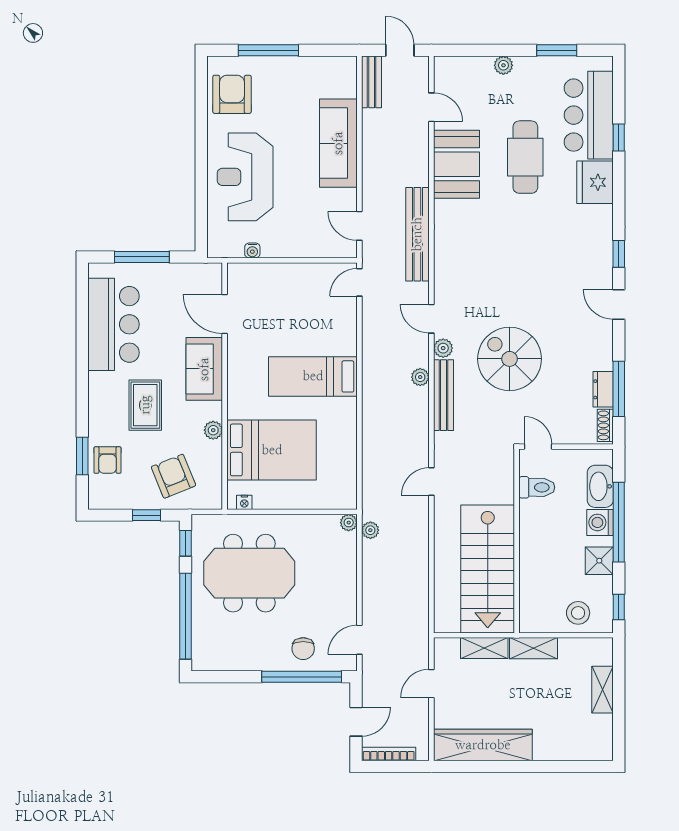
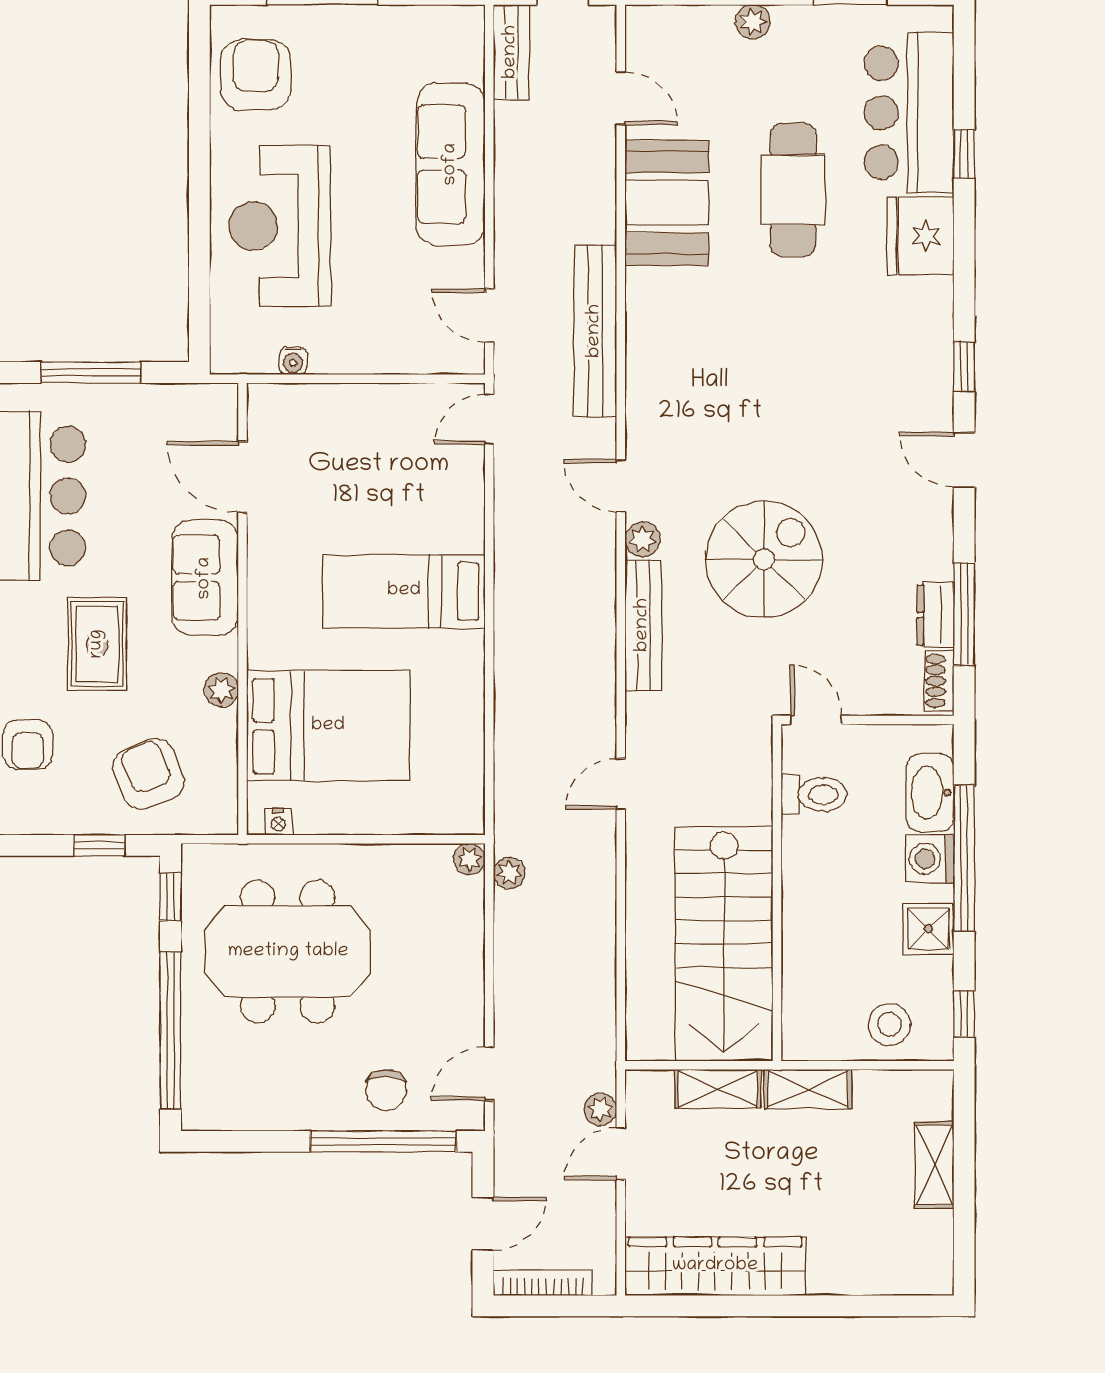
spiral stairs: (510, 359) -> (764, 559), turned 90
plant: (420, 377) -> (600, 1109), moved

